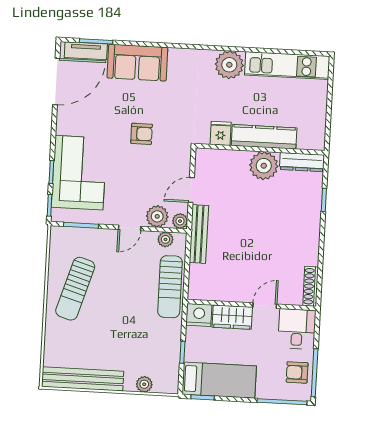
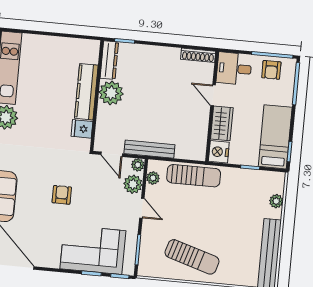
fridge: (221, 133) -> (82, 129), moved
kitchen counter: (264, 137) -> (86, 92), moved
wall: (260, 149) -> (97, 96), moved
dresser: (302, 162) -> (109, 60), moved
plant: (264, 166) -> (111, 93), moved

